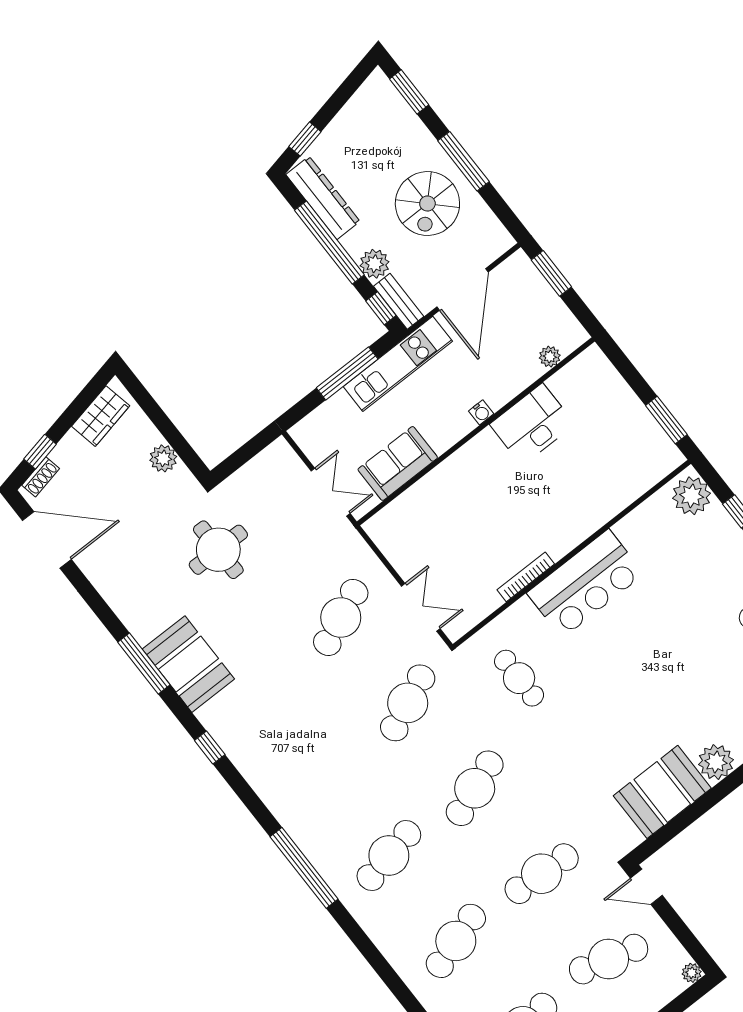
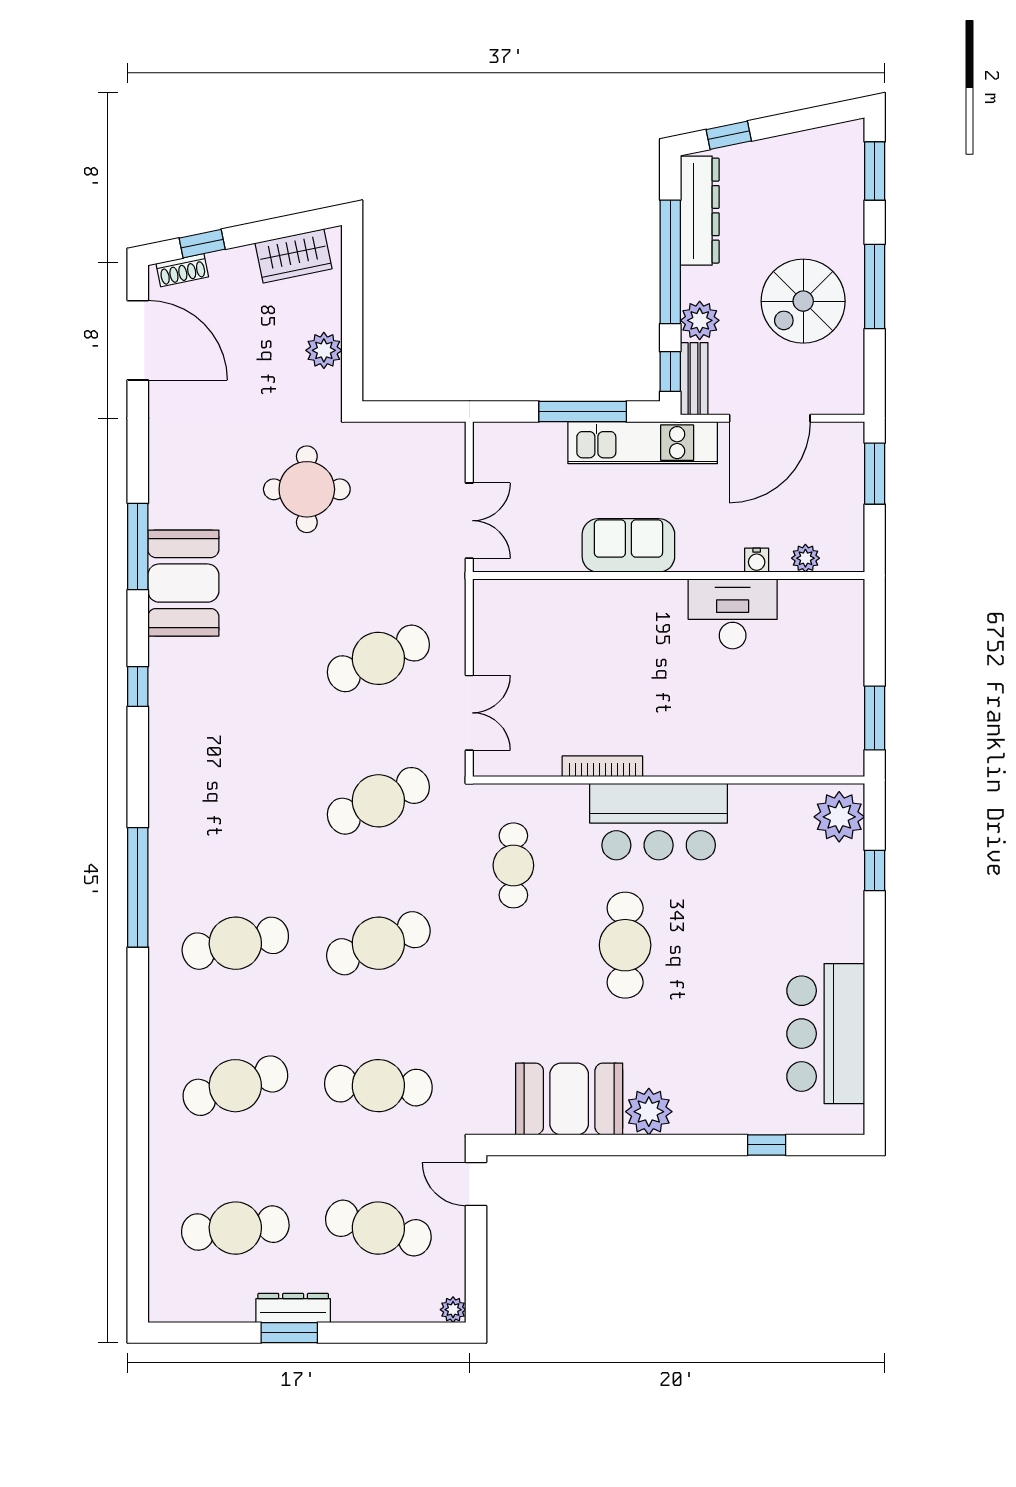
water cooler: (481, 412) -> (757, 560), moved
sofa: (398, 463) -> (628, 545), moved
cafe table: (624, 673) -> (625, 945), added

